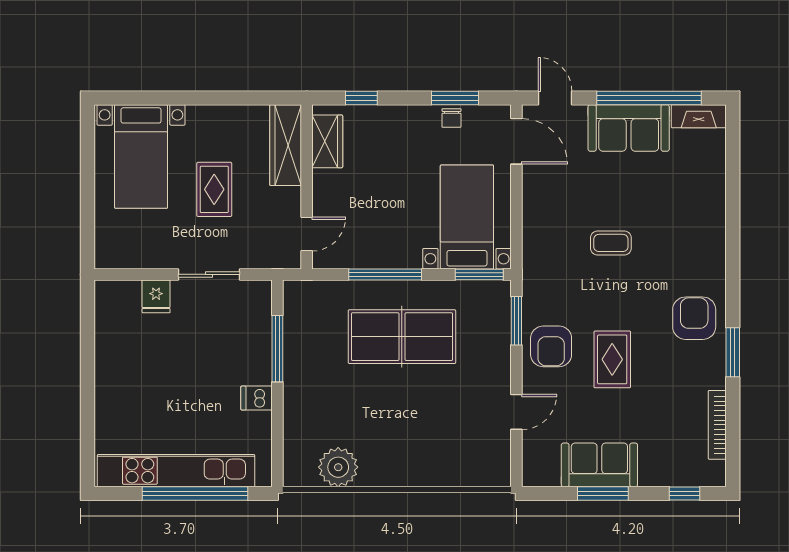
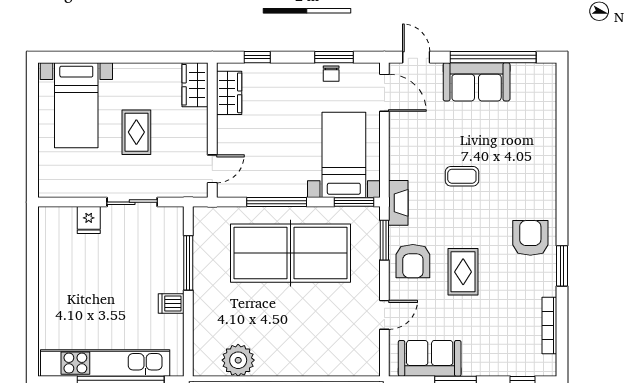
fireplace: (699, 116) -> (398, 203), moved, turned -90
wardrobe: (286, 145) -> (195, 85), width x0.67
table tennis table: (402, 337) -> (291, 253), width x1.36, depth x1.32
sofa: (599, 465) -> (430, 358), moved

